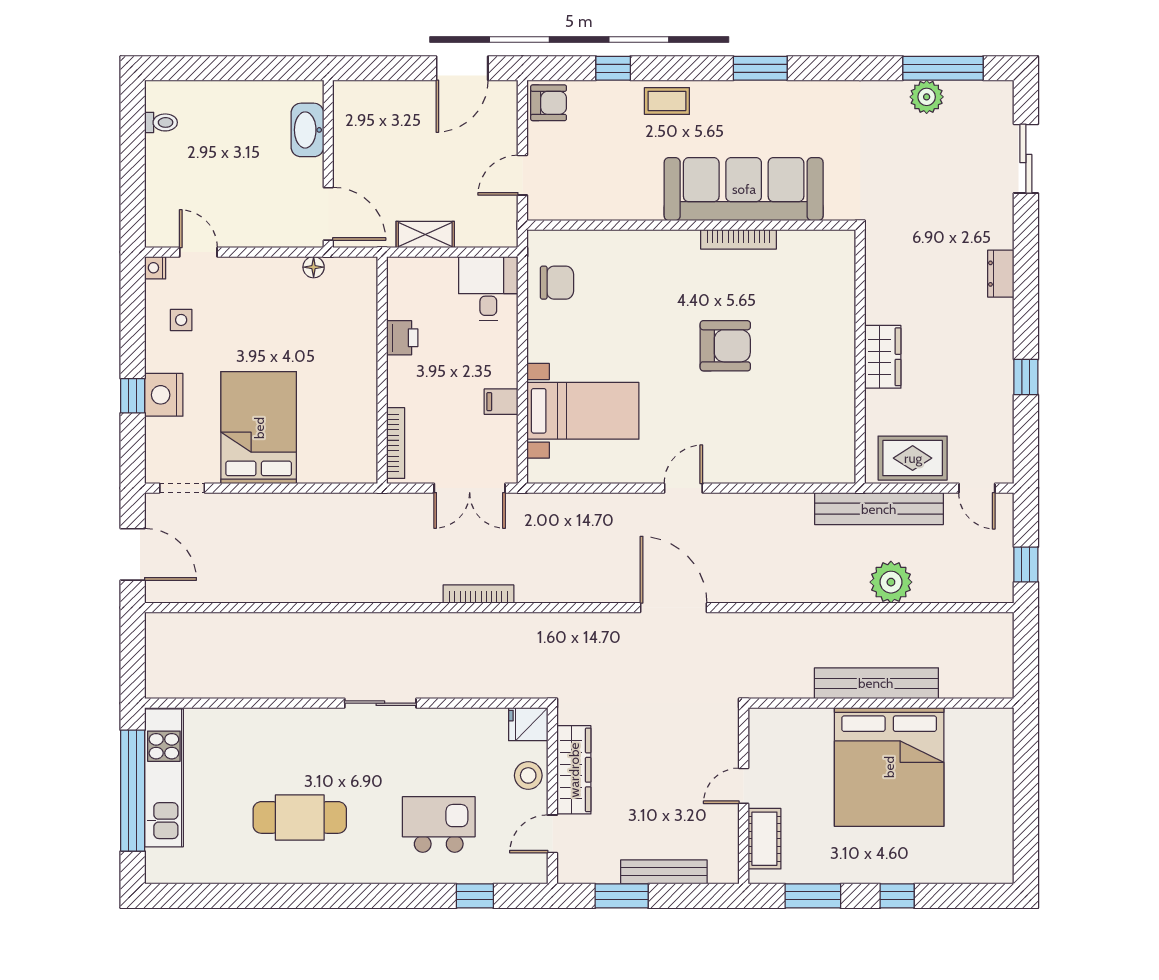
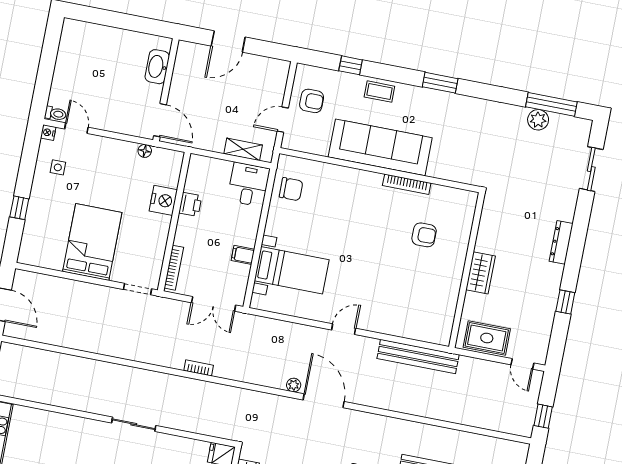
door: (462, 68) -> (228, 41), moved
armchair: (549, 103) -> (312, 101), moved
toilet: (161, 122) -> (56, 114), moved
sofa: (744, 189) -> (380, 147), moved
shelving: (425, 234) -> (243, 149), moved
dresser: (1001, 274) -> (561, 242), width x1.44
armchair: (725, 346) -> (424, 235), moved, width x0.72, depth x0.72
nightstand: (164, 395) -> (163, 200), moved, turned 180
doorway: (182, 488) -> (137, 289), moved
bench: (879, 509) -> (418, 357), moved
plant: (891, 582) -> (294, 385), moved, width x0.53, depth x0.53
bookcase: (478, 594) -> (199, 368), width x0.64

